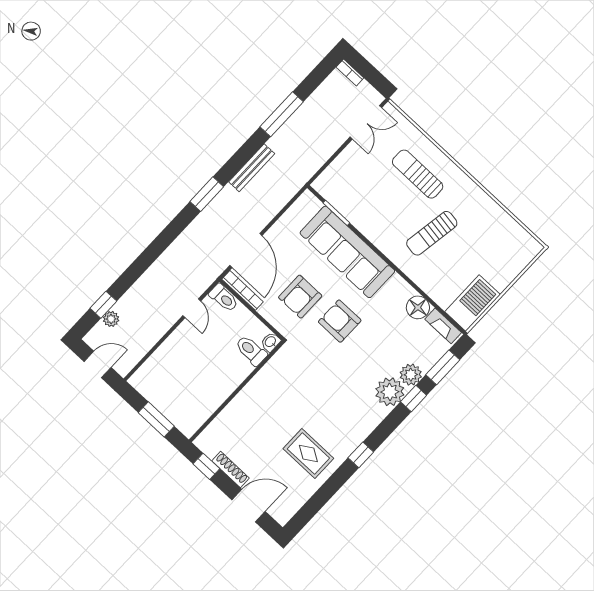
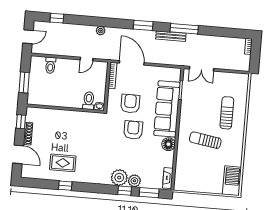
window: (282, 114) -> (184, 29), moved
double door: (366, 122) -> (202, 69), moved
door: (246, 251) -> (132, 63), swing flipped
armchair: (300, 297) -> (130, 104), turned 90
toilet: (224, 298) -> (50, 65), moved
barbecue: (473, 303) -> (232, 181), moved, turned -90
floor lamp: (418, 307) -> (168, 144), moved
plant: (111, 319) -> (101, 31), moved
door: (98, 364) -> (28, 37), hinge flipped
rug: (308, 453) -> (63, 163), turned 90
window: (361, 455) -> (65, 186), moved

